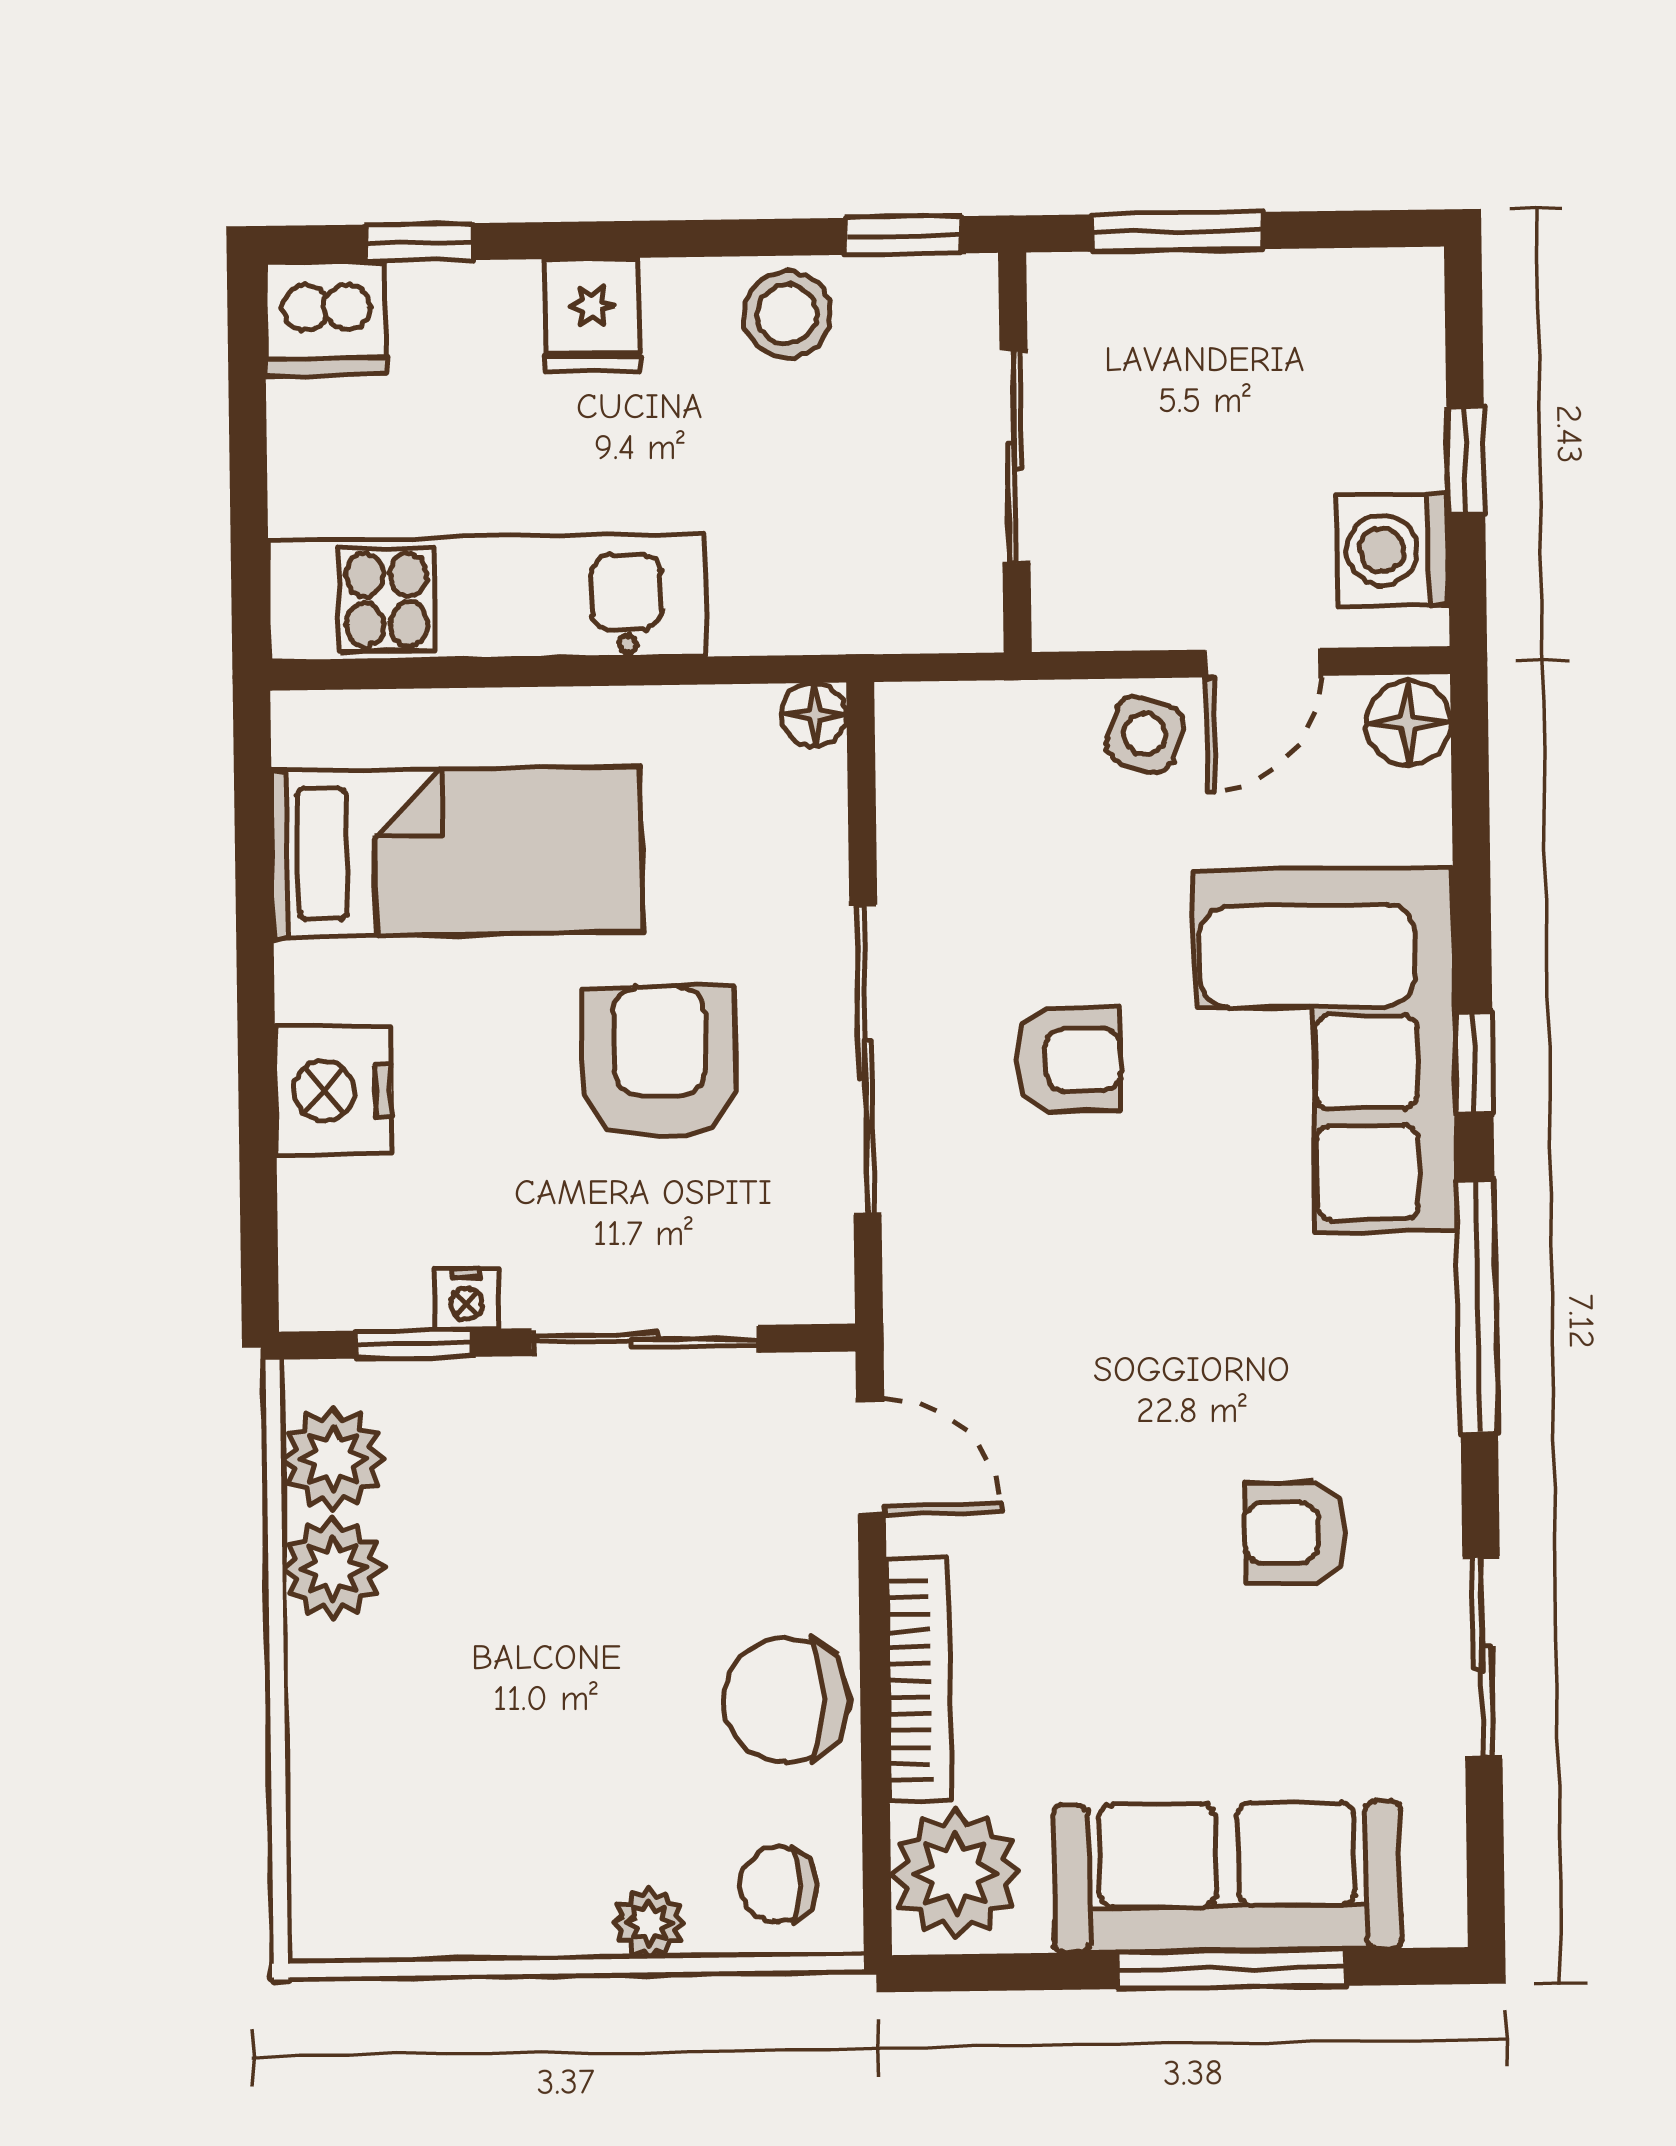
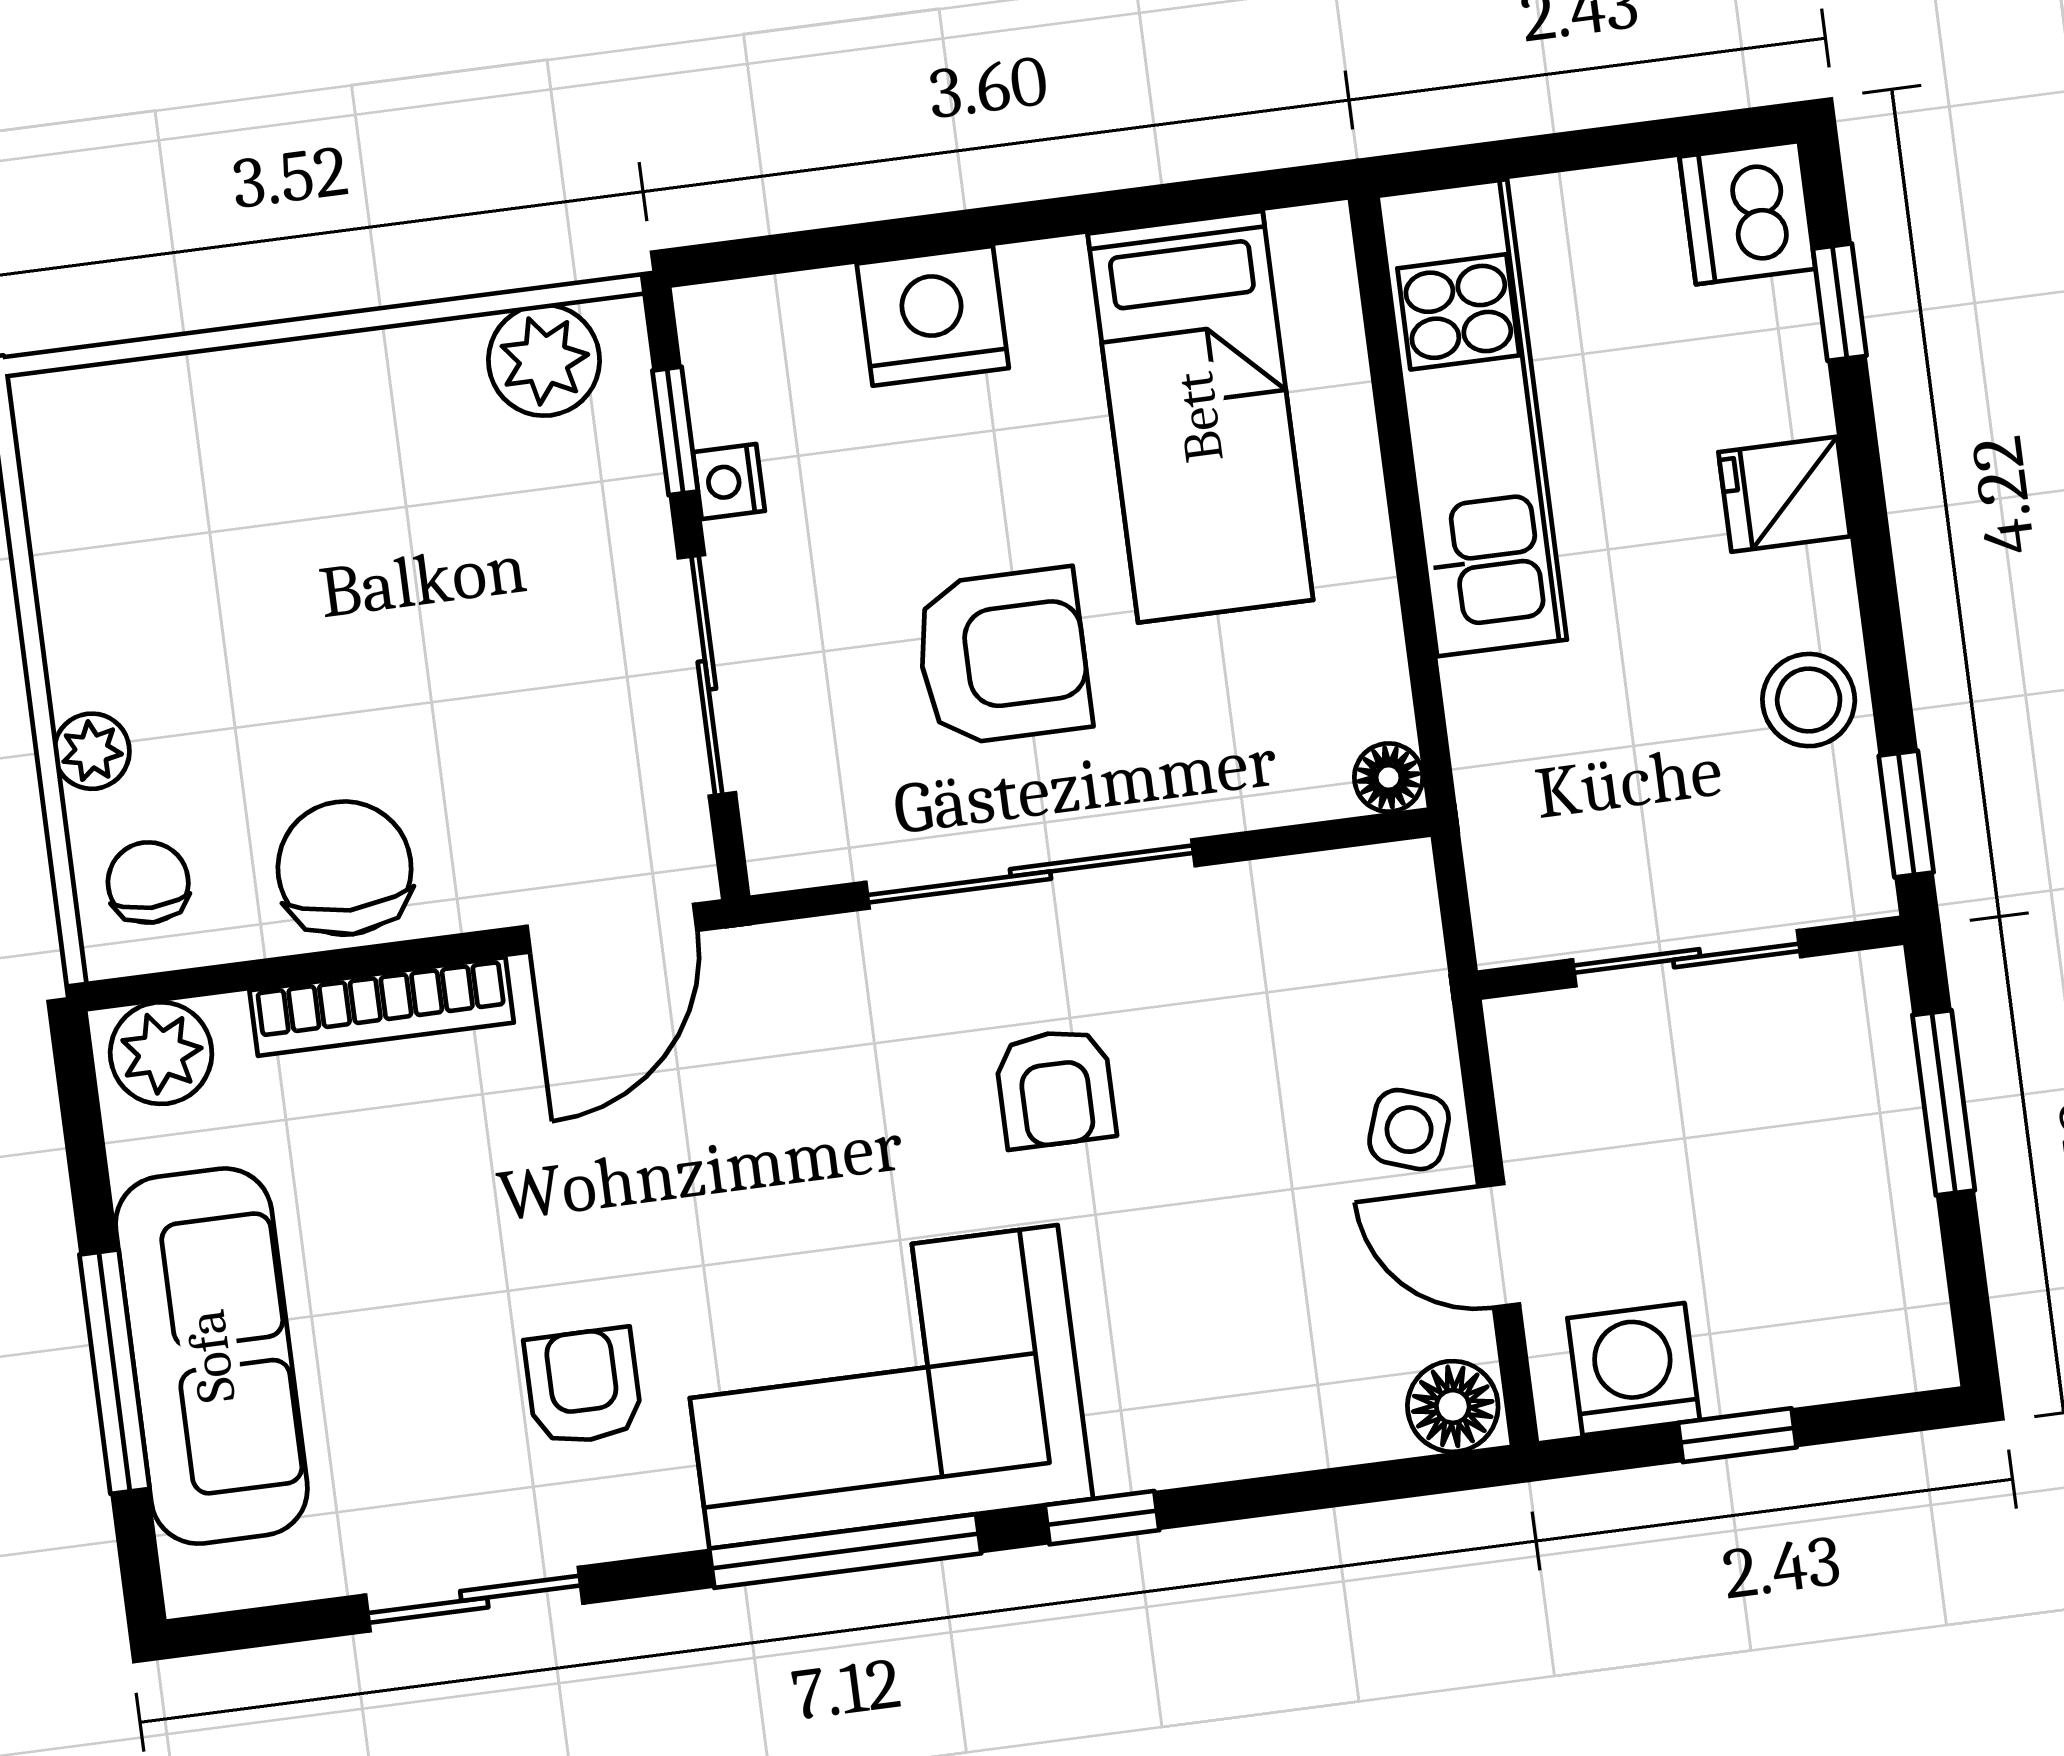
corner sofa: (1326, 1050) -> (884, 1387), moved
door: (871, 1456) -> (612, 928), width x1.38
plant: (333, 1569) -> (428, 373), removed
plant: (956, 1873) -> (161, 1053), width x0.73, depth x0.73

